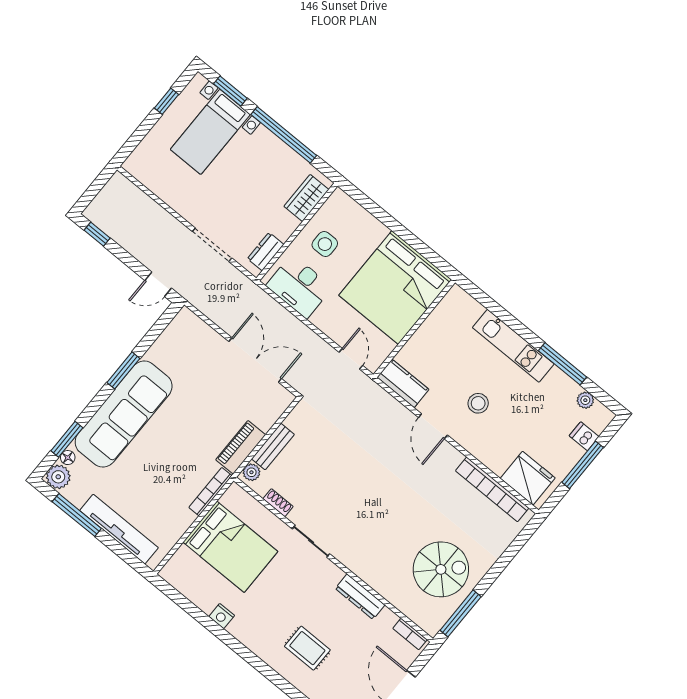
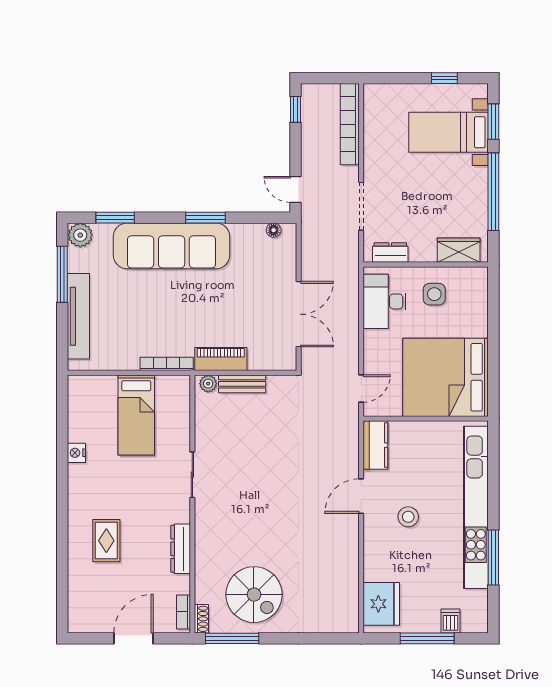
kitchen unit: (513, 346) -> (476, 507), width x1.86
plant: (585, 400) -> (480, 599), removed
floor lamp: (68, 458) -> (274, 230), moved
bookcase: (492, 489) -> (350, 124), moved
shoe rack: (278, 503) -> (201, 619), moved
bed: (230, 547) -> (136, 415), width x0.67

